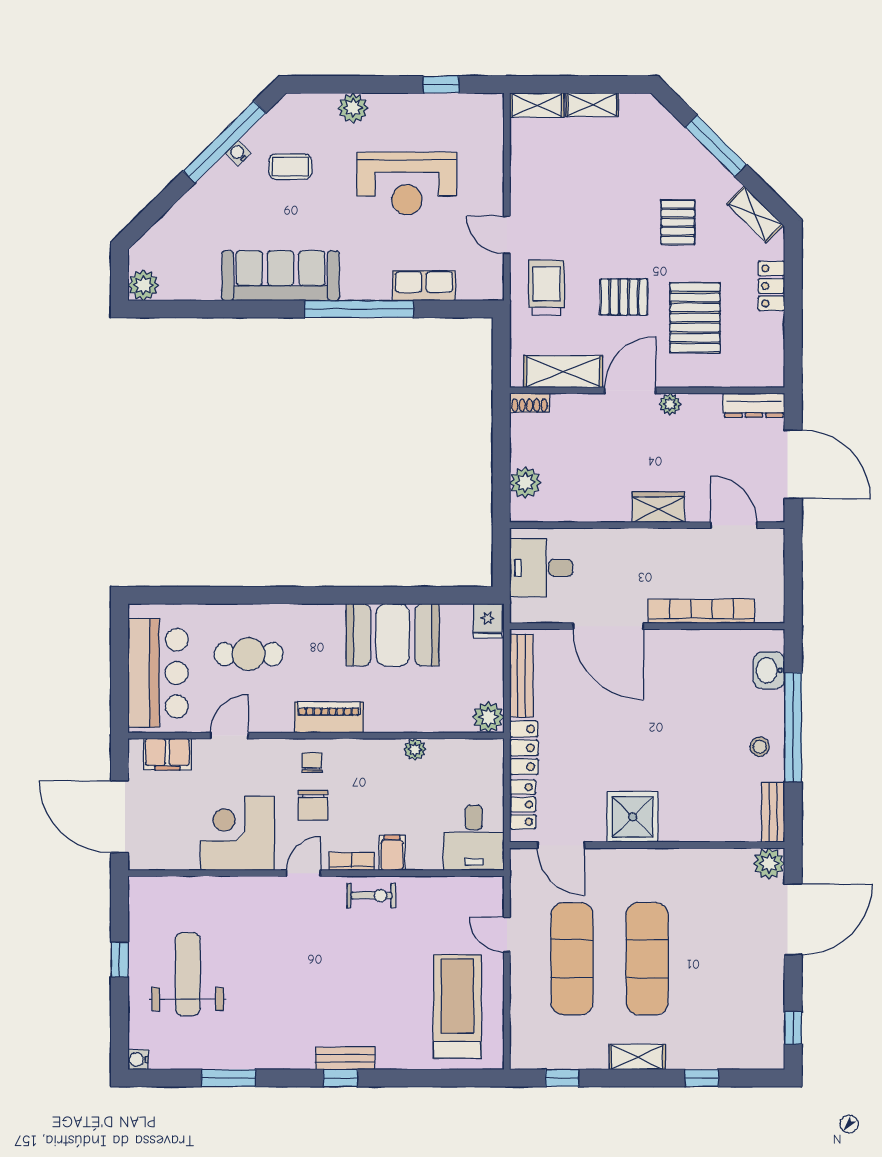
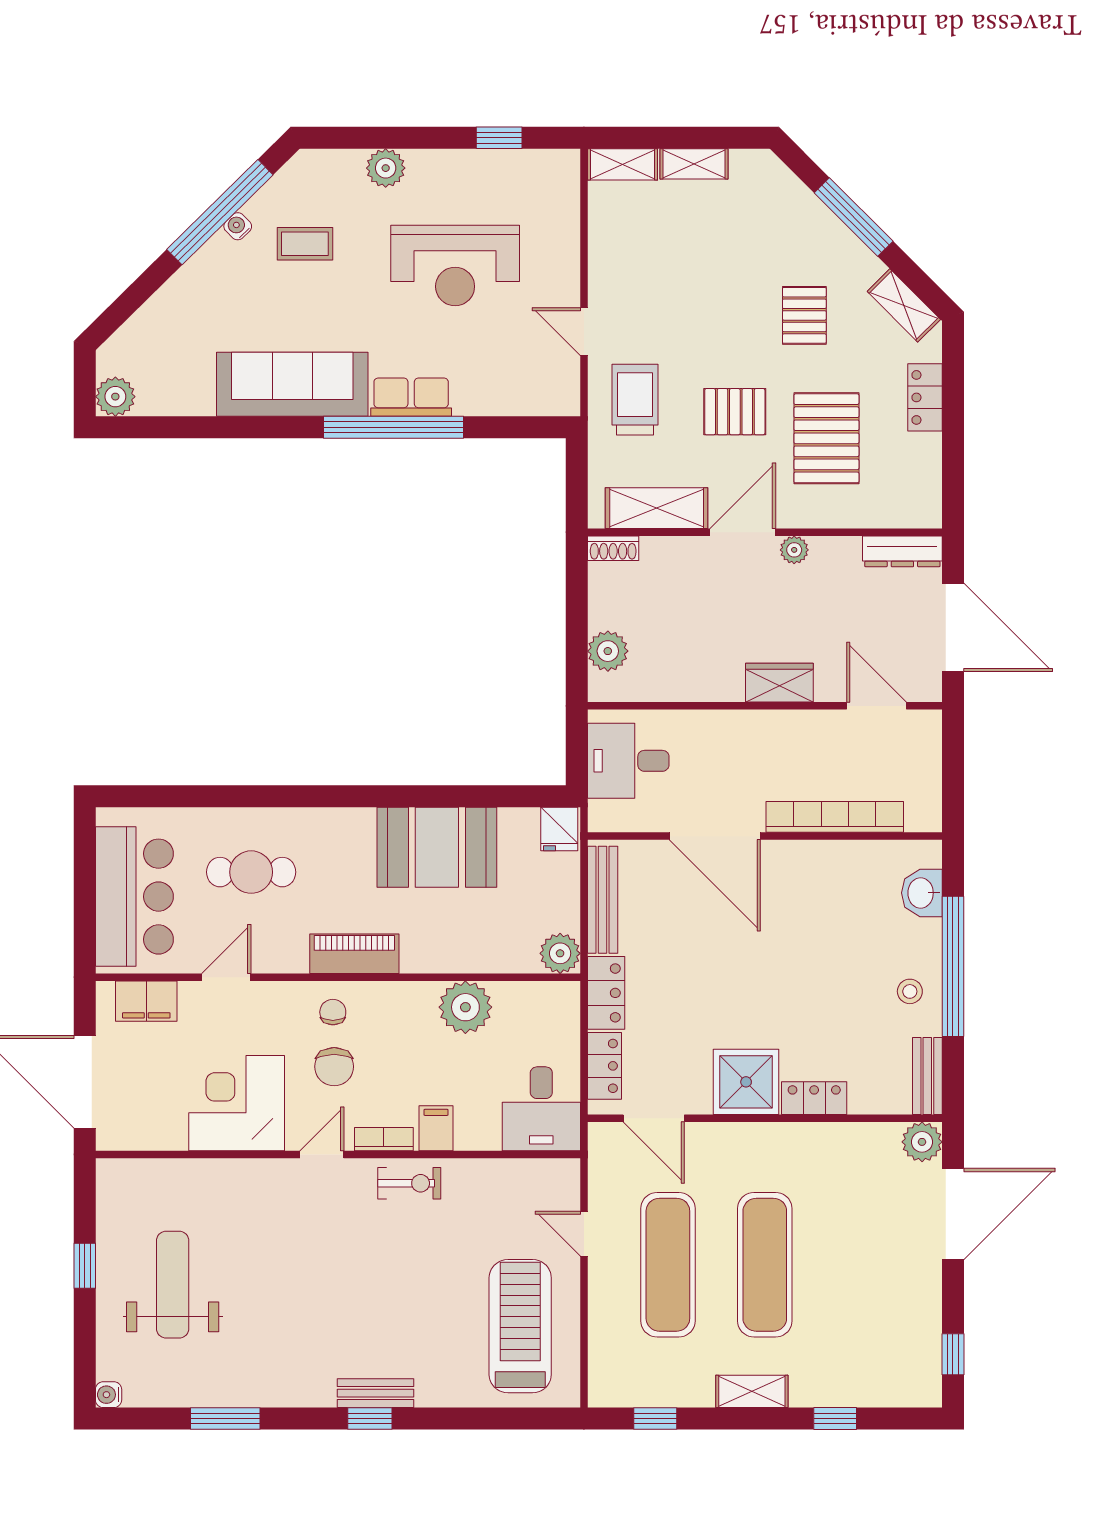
row of seats: (424, 286) -> (411, 397), moved
plant: (415, 749) -> (465, 1007), width x1.87, depth x1.87
locker: (685, 829) -> (814, 1098), added

